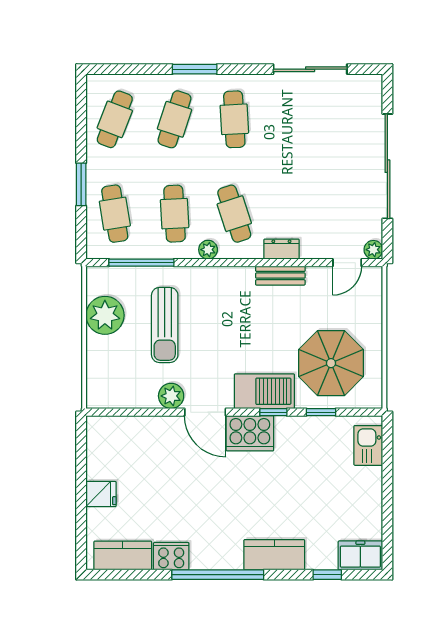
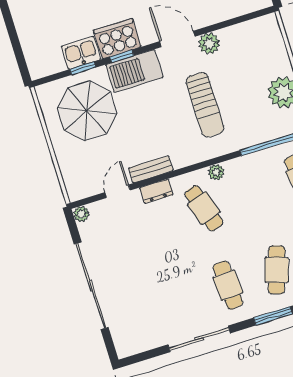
sliding door: (310, 69) -> (199, 339), moved
cafe table: (175, 214) -> (253, 193), removed
door: (347, 263) -> (118, 191), moved
sun lounger: (165, 325) -> (205, 105), moved, turned 180
cooker: (250, 433) -> (117, 39), moved
kitchen sink: (368, 445) -> (81, 53), moved, turned -90

